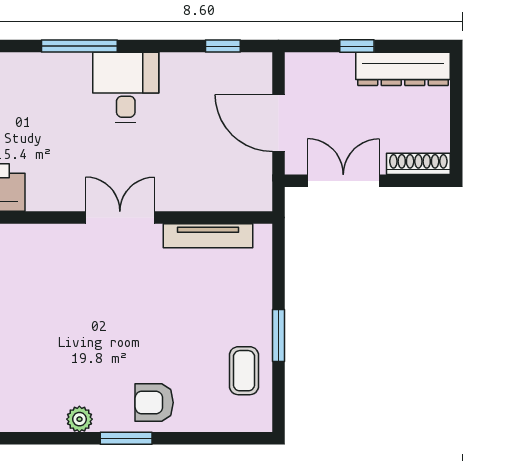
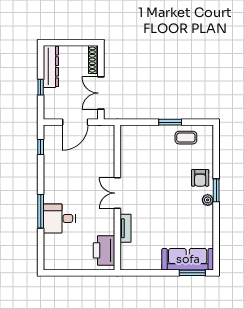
desk: (126, 88) -> (59, 218), moved
tv unit: (208, 236) -> (126, 228), moved, width x0.71
plant: (79, 419) -> (208, 200), moved

